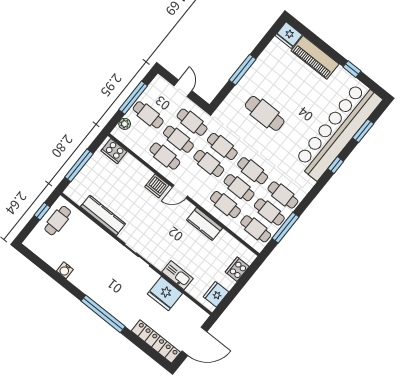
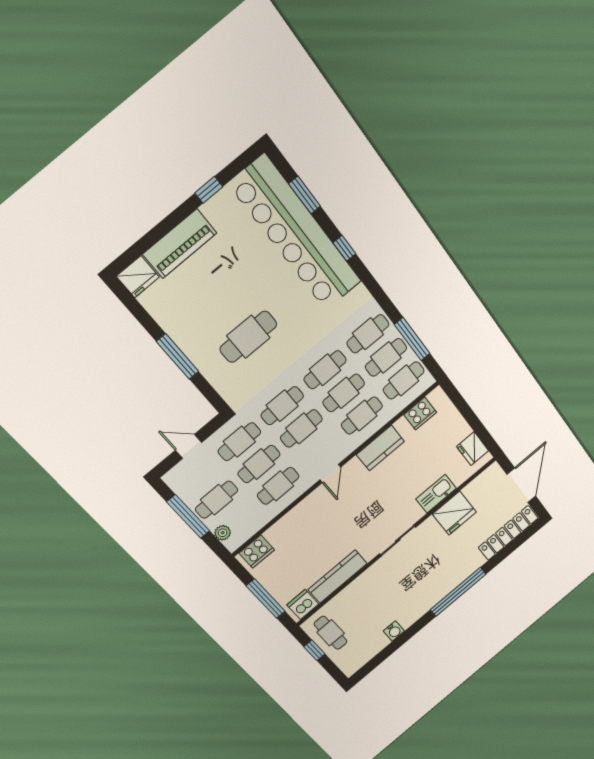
dishwasher: (157, 186) -> (303, 605), moved, turned 180
cooker: (237, 269) -> (420, 413), moved, turned -90

